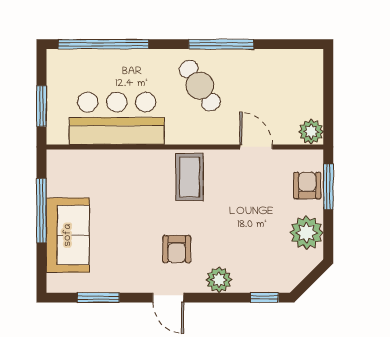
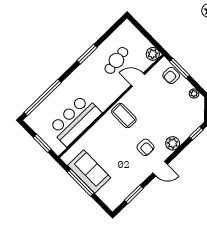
window: (221, 44) -> (87, 54), width x0.69
cafe table: (200, 86) -> (116, 60), moved, turned -64
armchair: (307, 186) -> (171, 76), turned -90
plant: (307, 233) -> (194, 94), width x0.53, depth x0.53
sofa: (68, 235) -> (89, 172), moved

